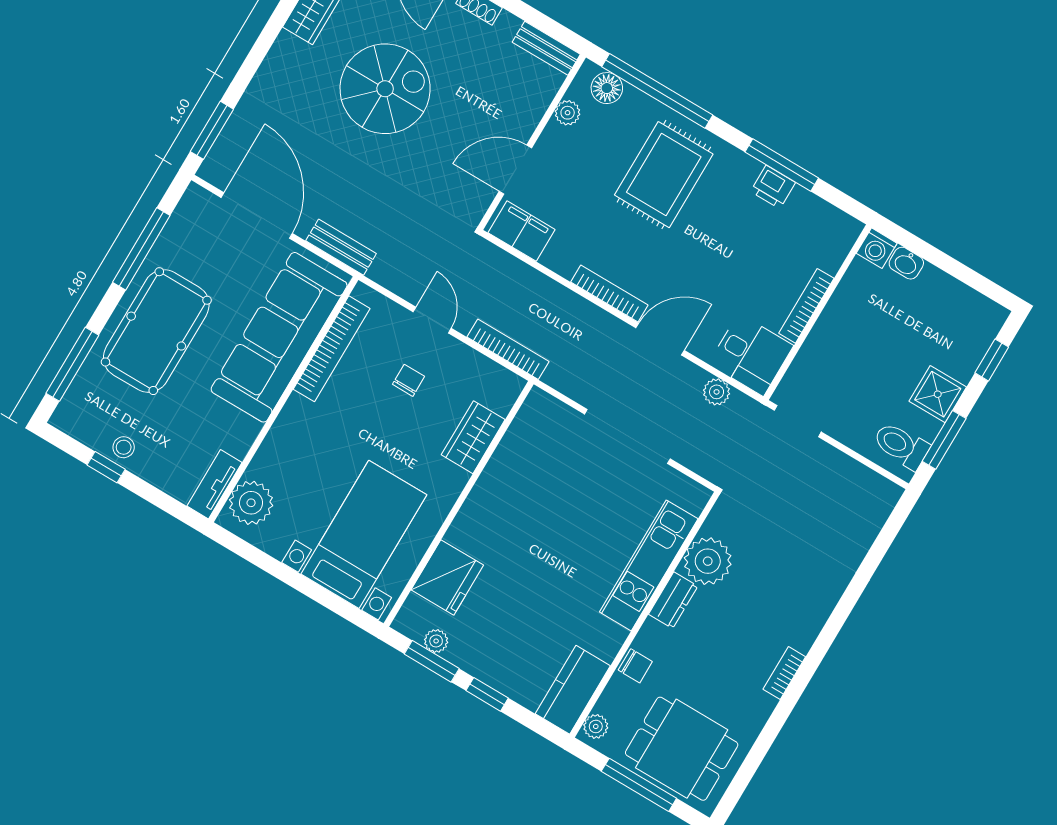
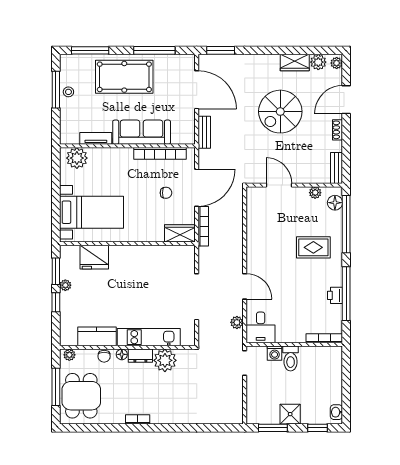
spiral stairs: (385, 89) -> (280, 112), turned 90
window: (782, 165) -> (346, 294), width x1.46
rug: (664, 175) -> (313, 247), width x0.73, depth x0.70
door: (257, 215) -> (197, 90), hinge flipped
filing cabinet: (522, 231) -> (255, 203), removed
washing machine: (877, 248) -> (275, 353), moved, turned -90
washbasin: (906, 263) -> (336, 412), moved
bookcase: (609, 294) -> (251, 254), removed
bookcase: (806, 306) -> (324, 338), moved
door: (432, 320) -> (197, 188), width x1.88
sofa: (279, 337) -> (142, 132), width x0.74, depth x0.79
wardrobe: (473, 437) -> (180, 233), moved
toilet: (901, 445) -> (291, 359), moved, turned 180
window: (106, 467) -> (56, 90), width x2.17
tv unit: (214, 484) -> (96, 138), moved
floor lamp: (651, 632) -> (122, 354), added
plant: (436, 641) -> (65, 285), moved
kitchen counter: (573, 690) -> (97, 336), moved

